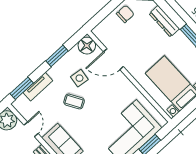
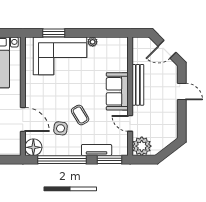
window: (57, 56) -> (62, 160), width x2.11
door: (31, 129) -> (130, 123), hinge flipped

